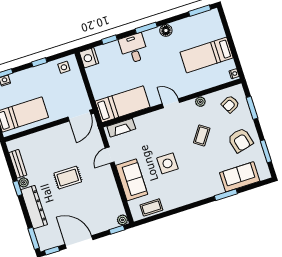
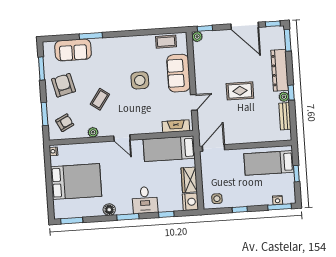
bed: (207, 55) -> (76, 182), width x1.50
wardrobe: (95, 79) -> (189, 180), added

